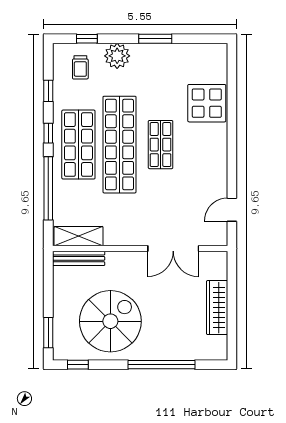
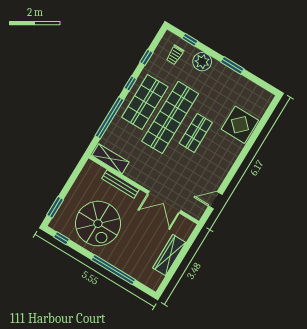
bench: (79, 258) -> (121, 184), moved
spiral stairs: (110, 321) -> (98, 224), turned 90

